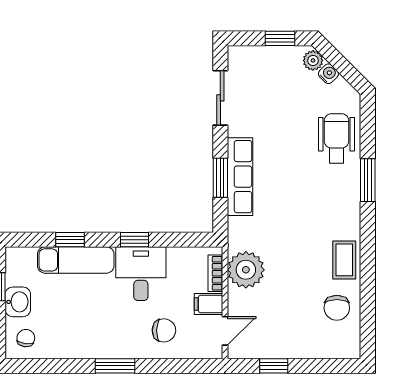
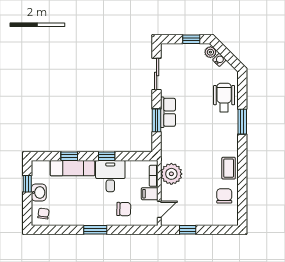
row of seats: (240, 177) -> (168, 112), width x0.68
chair: (337, 308) -> (224, 196), turned 180

